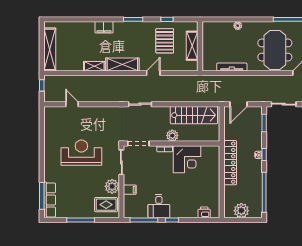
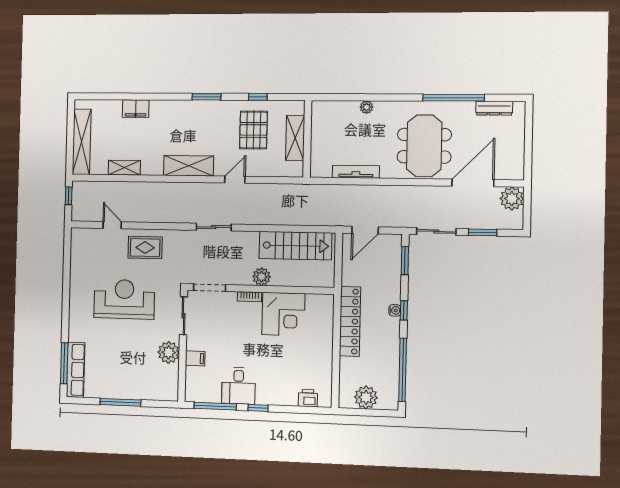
filing cabinet: (104, 27) -> (136, 109), moved
shelving: (94, 66) -> (124, 168), moved
rug: (106, 205) -> (145, 248), moved

